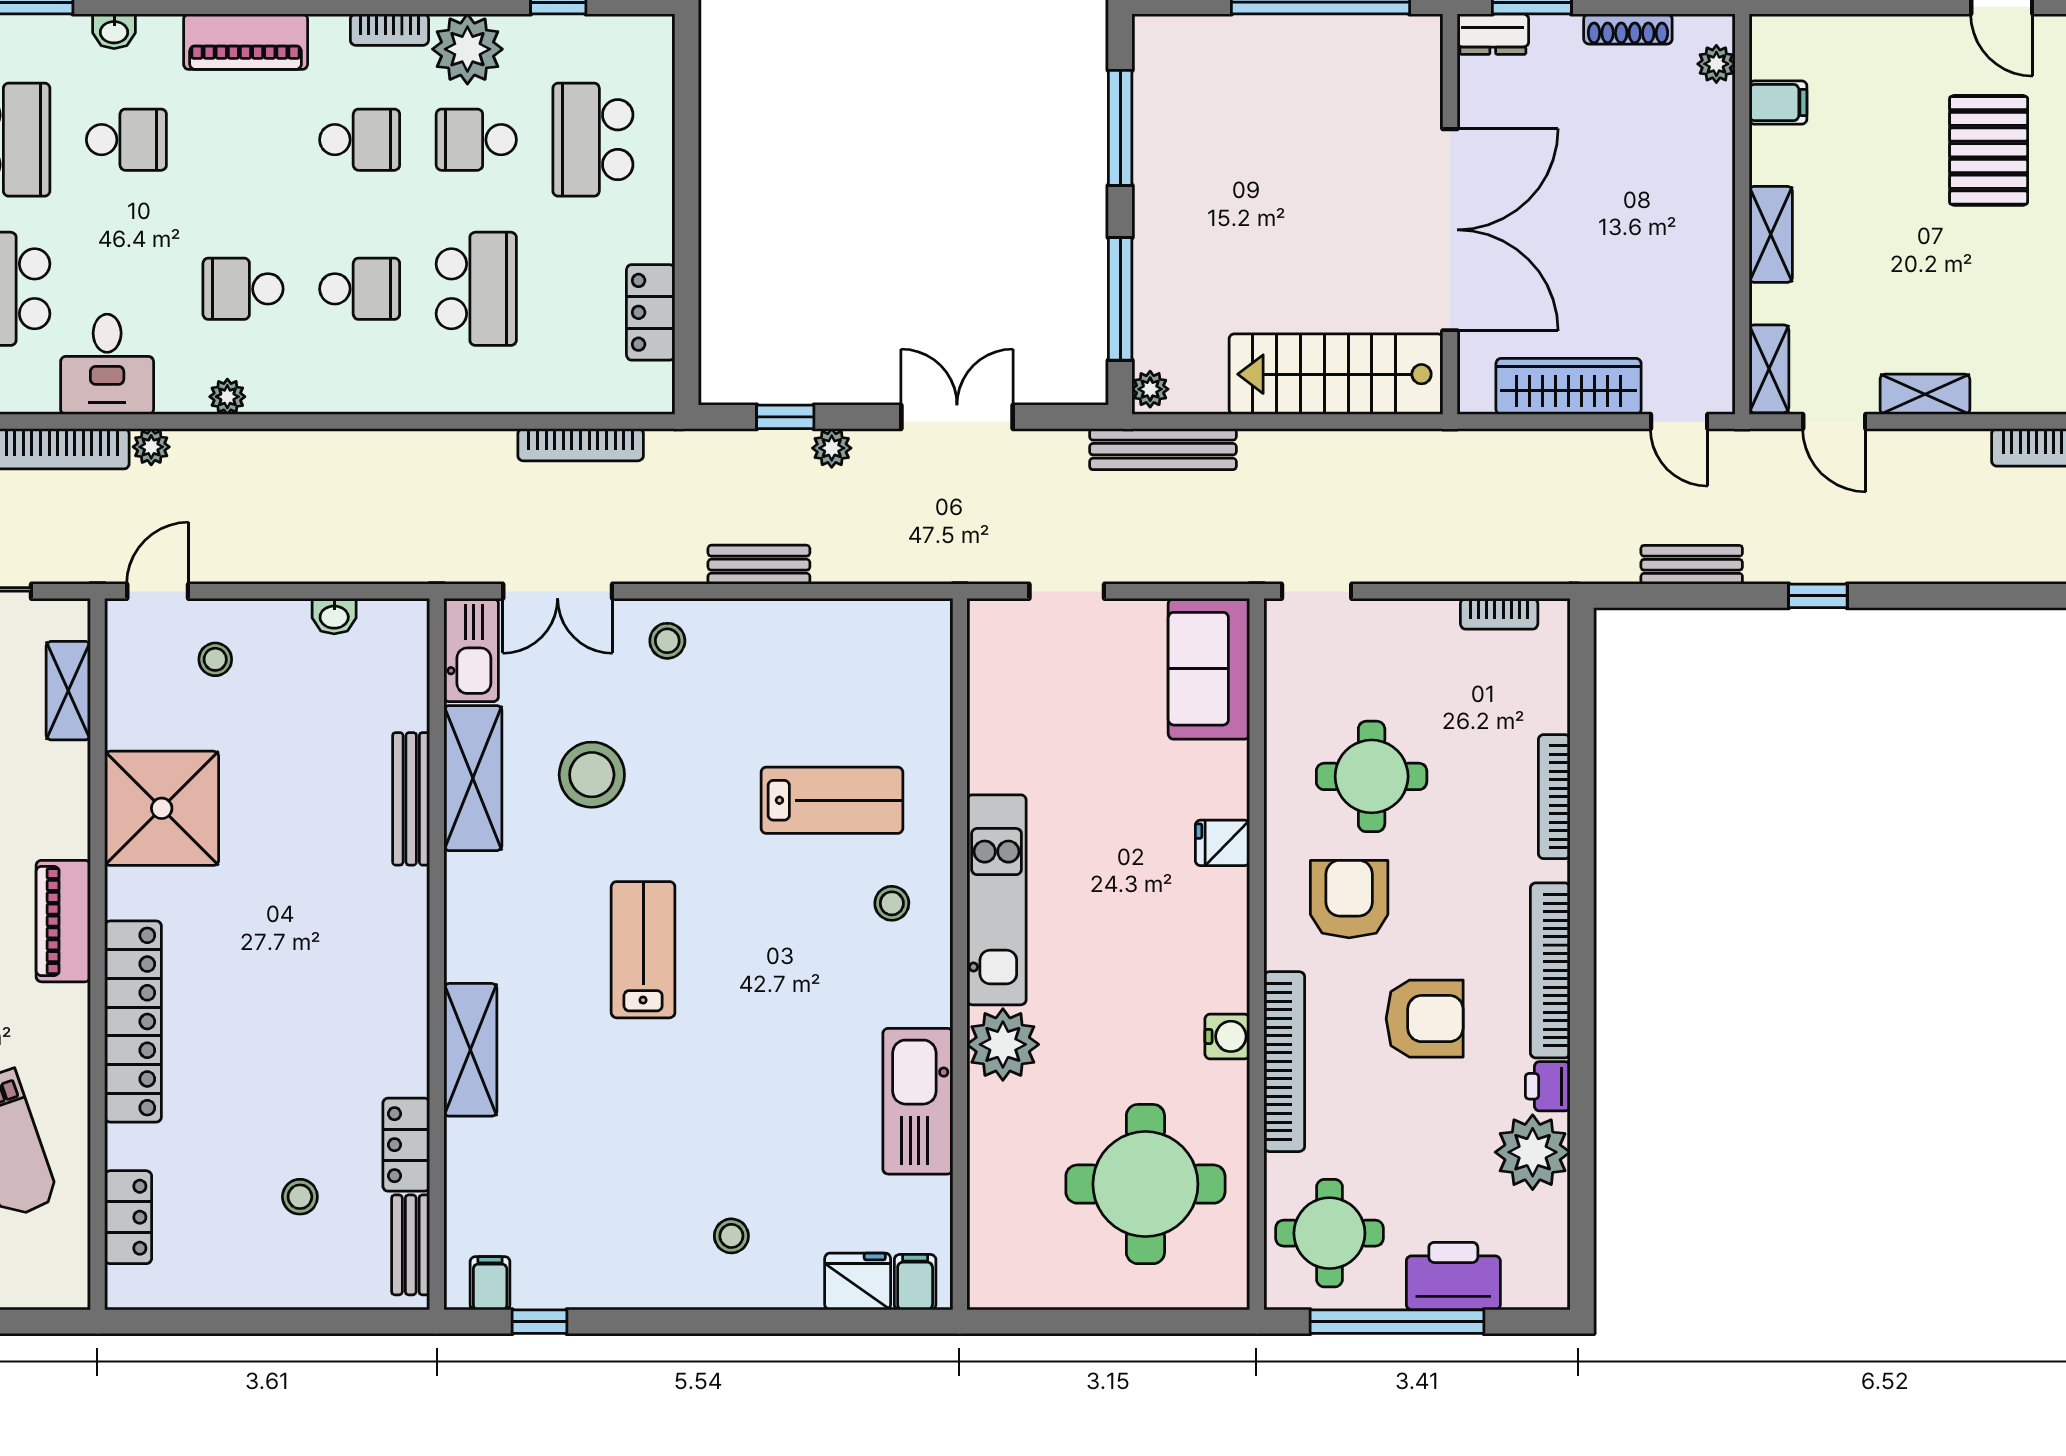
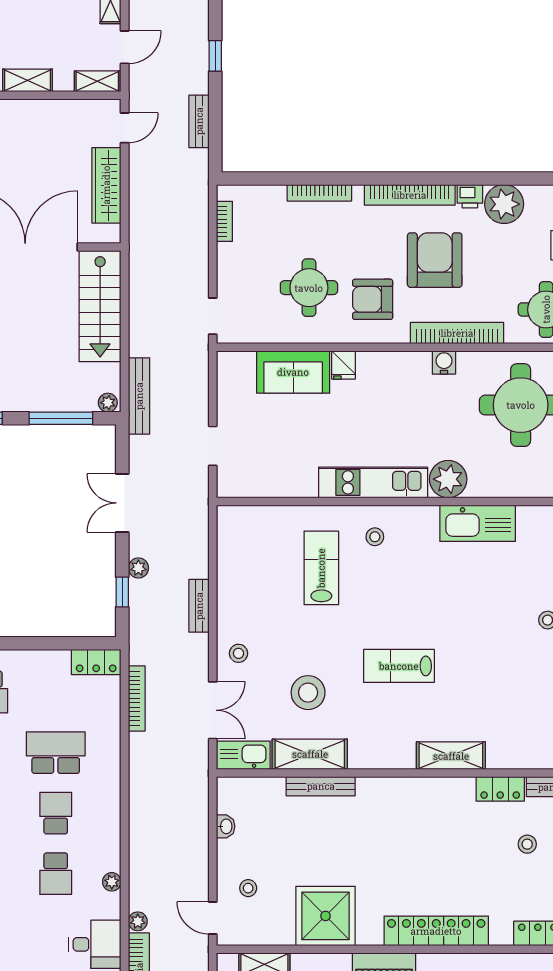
locker: (651, 312) -> (96, 662), moved
sofa: (1209, 669) -> (293, 372), moved
armchair: (1425, 1019) -> (435, 260), width x1.36, depth x1.36

